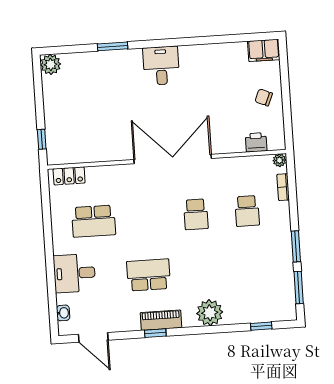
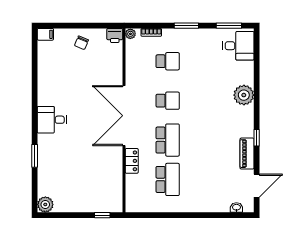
filing cabinet: (264, 50) -> (45, 34), width x0.50
printer: (256, 142) -> (115, 35), moved, turned -90
locker: (69, 176) -> (132, 161), moved
window: (296, 246) -> (186, 26), moved
desk: (74, 273) -> (238, 46), moved, turned -90
school desk: (149, 275) -> (168, 140), moved, turned 180
piano: (161, 320) -> (247, 154), moved
window: (261, 326) -> (257, 56), removed

